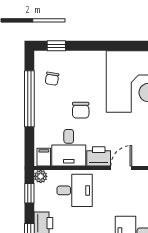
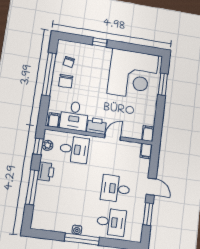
window: (56, 46) -> (100, 42), moved
chair: (81, 110) -> (66, 81), moved
plant: (41, 176) -> (48, 145), moved

